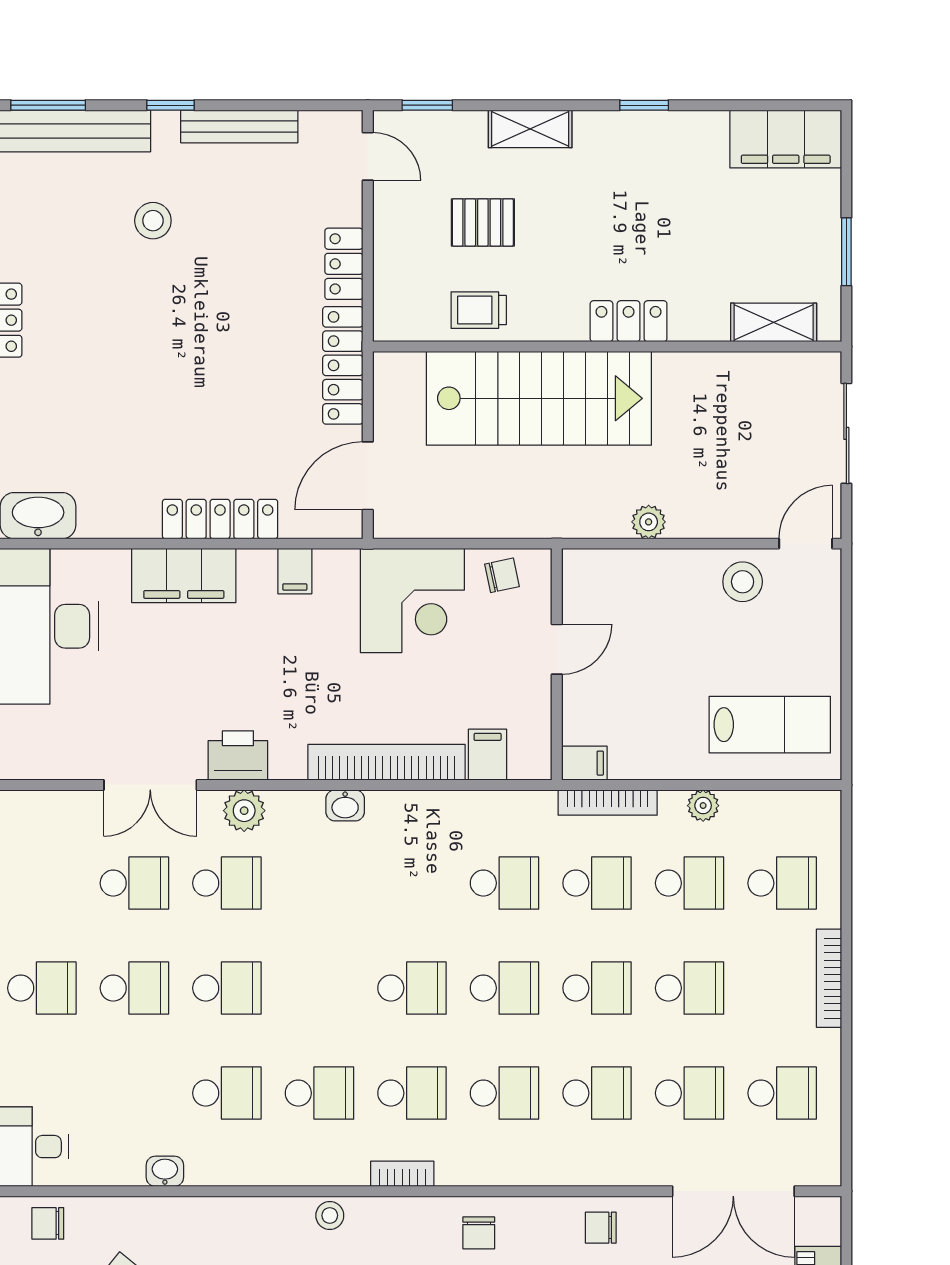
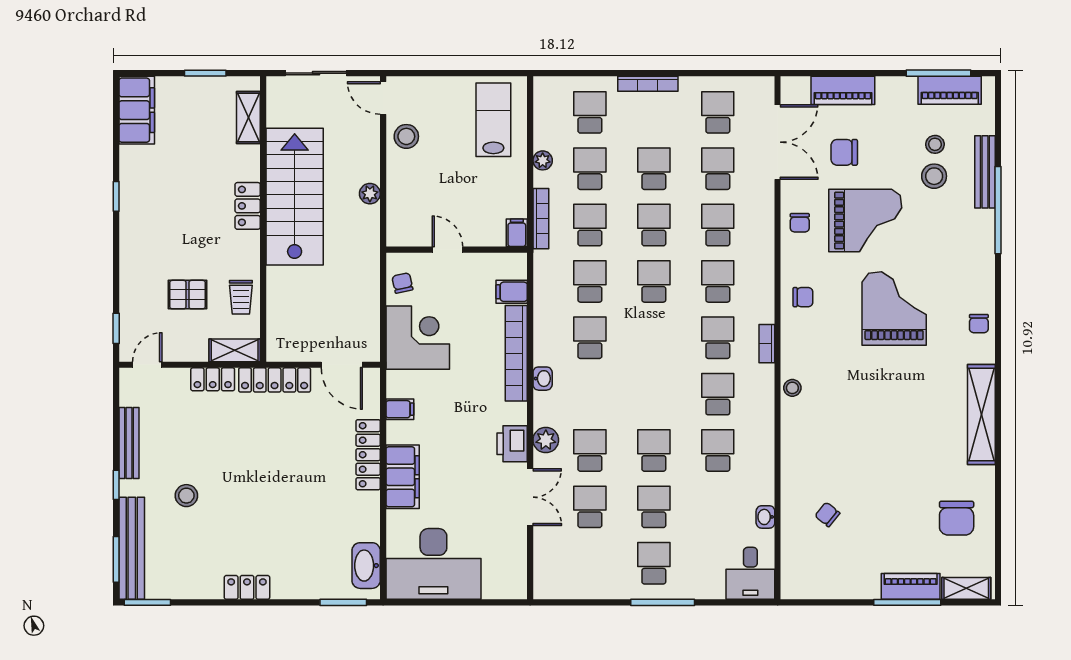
shelving: (530, 129) -> (235, 350), moved, turned 90
pallet: (483, 222) -> (187, 295), turned 90
stairs: (539, 398) -> (295, 197), moved
school desk: (412, 988) -> (590, 338), moved
washbasin: (165, 1171) -> (765, 517), moved
chair: (48, 1223) -> (797, 560), removed

